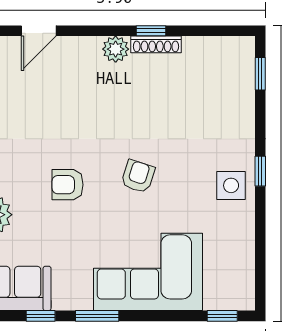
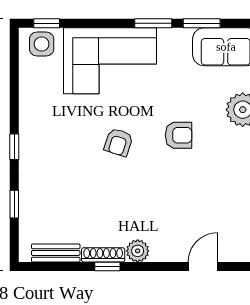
bench: (212, 47) -> (56, 253), added
window: (260, 74) -> (14, 204), moved
side table: (231, 185) -> (42, 44), moved
window: (41, 316) -> (202, 23), width x1.50

